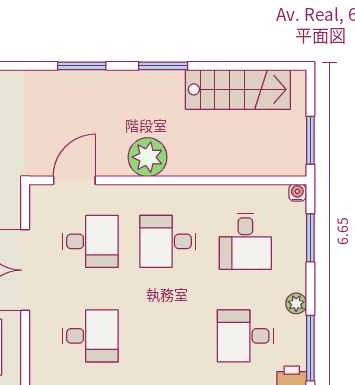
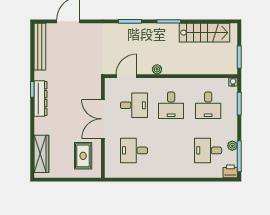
plant: (148, 157) -> (157, 69), width x0.53, depth x0.53
desk: (168, 241) -> (171, 105), turned -90
plant: (296, 303) -> (232, 146), moved
desk: (90, 336) -> (134, 150), turned 180

